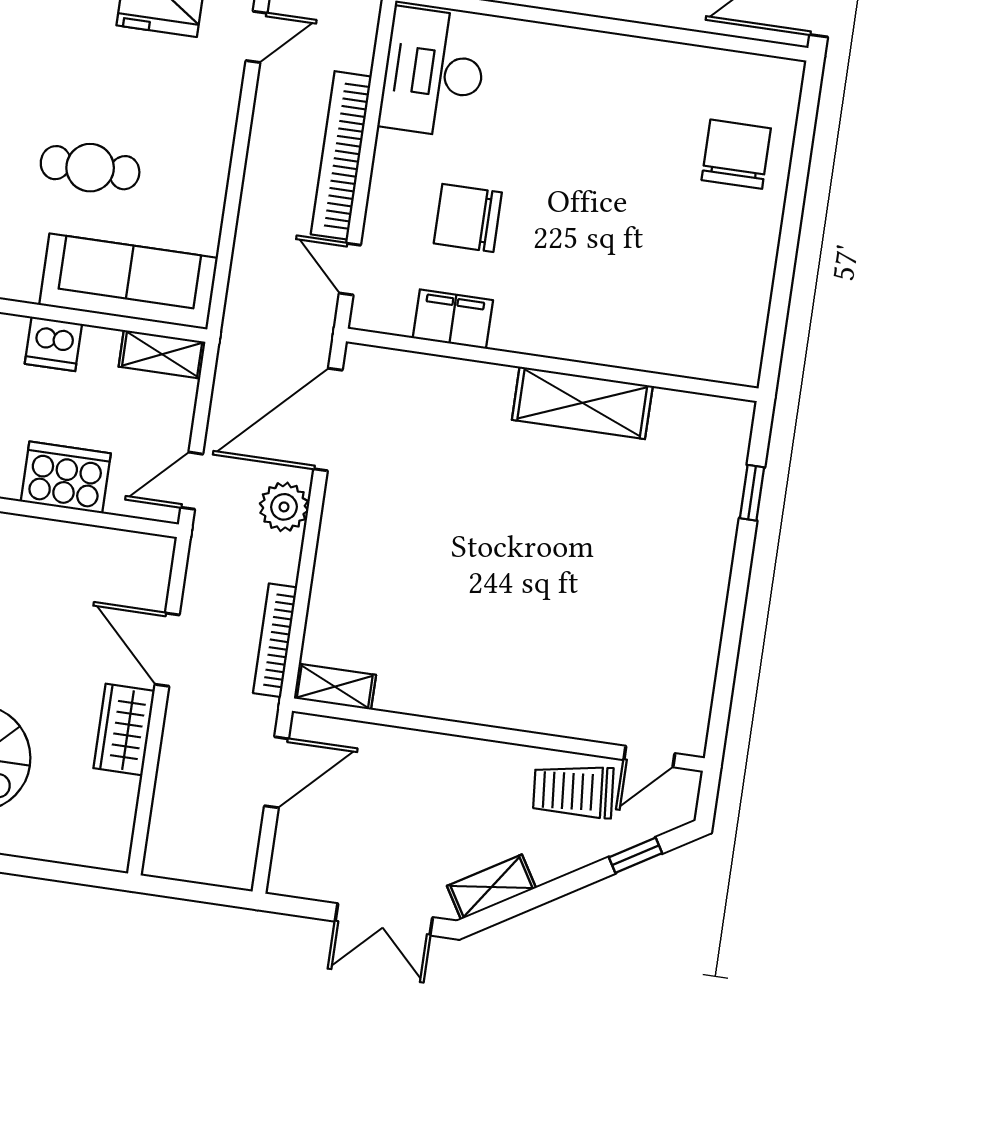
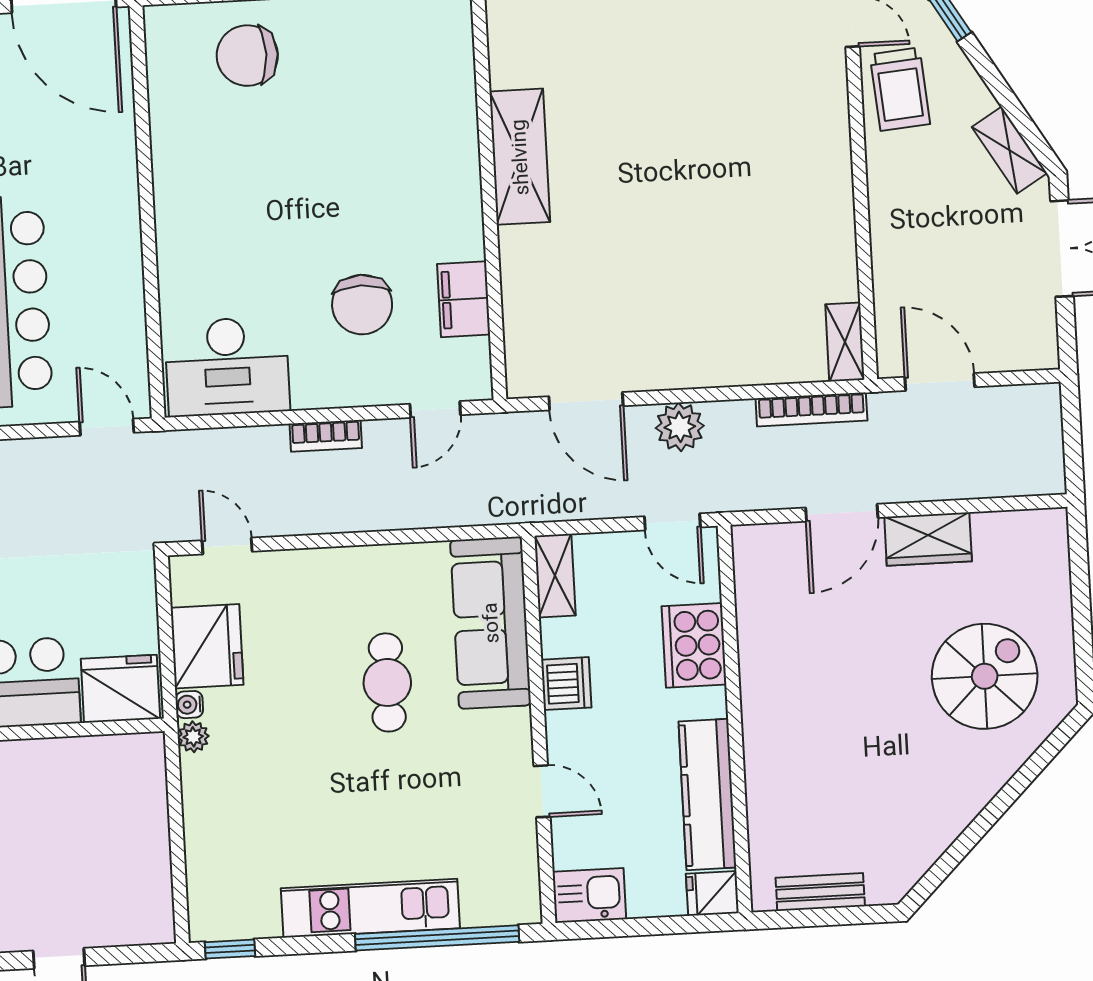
bookcase: (341, 155) -> (326, 436), width x0.43, depth x0.76
door: (328, 419) -> (586, 401), width x0.73

